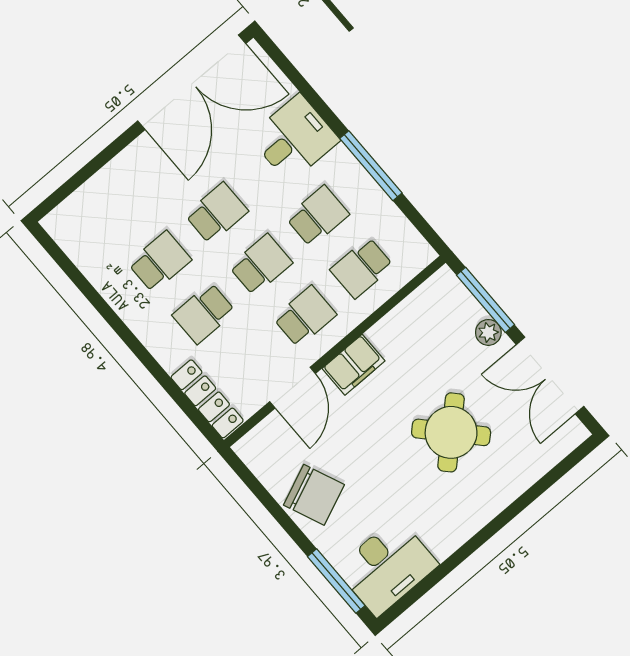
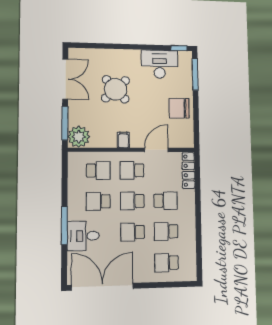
window: (371, 166) -> (64, 225), moved
school desk: (116, 210) -> (167, 263), added
plant: (488, 332) -> (79, 137), moved, width x1.87, depth x1.87
filing cabinet: (354, 365) -> (123, 140), width x0.50
chair: (314, 495) -> (179, 108), turned -67
desk: (387, 567) -> (160, 64), moved
window: (404, 604) -> (179, 48), added

